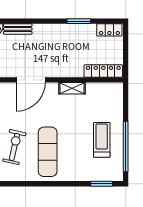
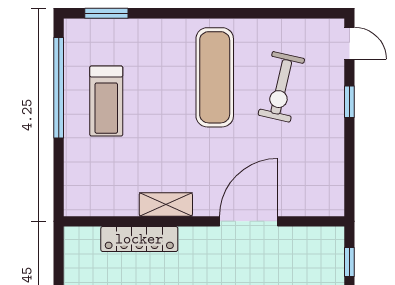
locker: (103, 71) -> (139, 239), moved

